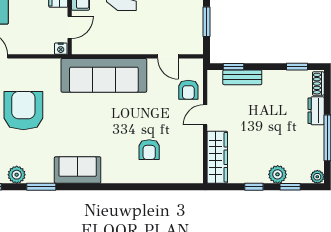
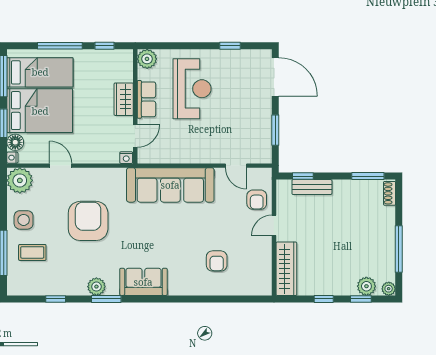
window: (297, 67) -> (368, 176), width x1.50
dresser: (316, 111) -> (387, 221), removed
plant: (278, 174) -> (366, 286), moved
plant: (17, 175) -> (96, 287), moved

